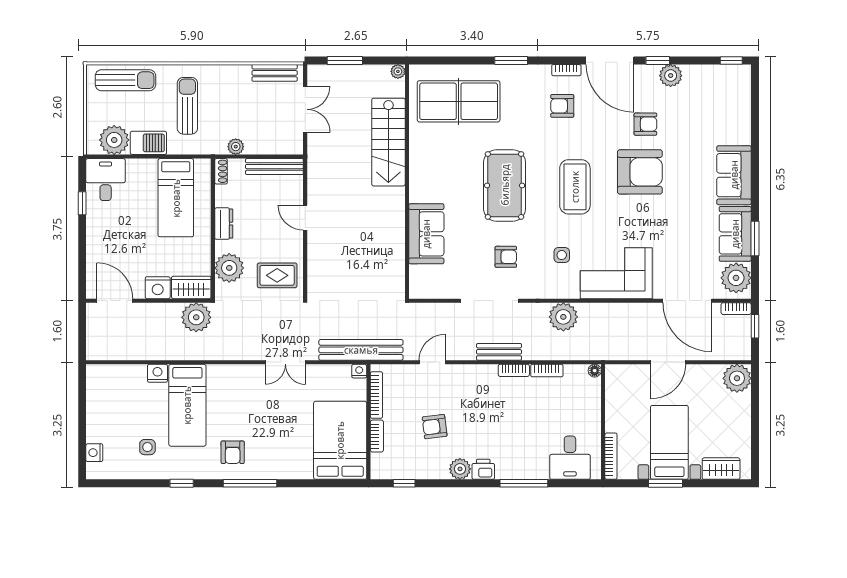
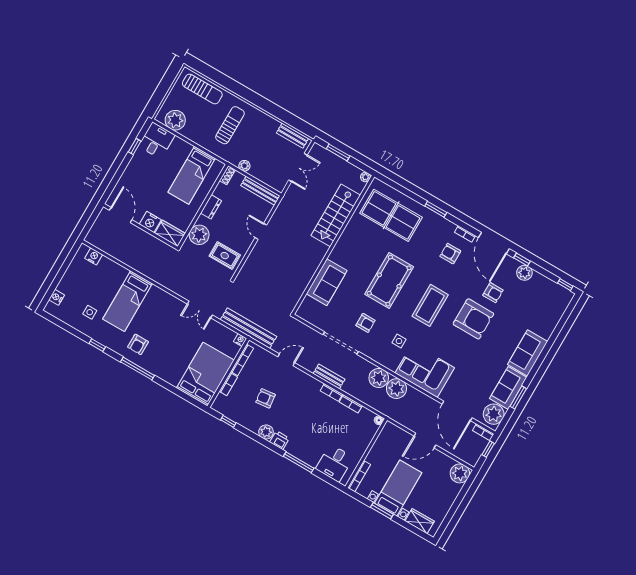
barbecue: (148, 143) -> (194, 134), removed
plant: (196, 317) -> (396, 389), moved
nightstand: (157, 373) -> (94, 256), moved

